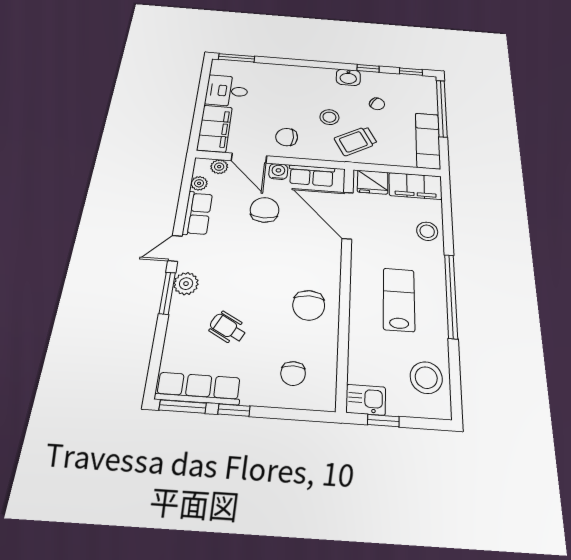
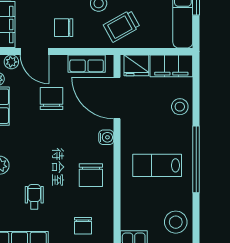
water cooler: (278, 172) -> (106, 137), moved, turned 90
lab bench: (399, 299) -> (157, 165), turned -90
wheelchair: (228, 328) -> (34, 197), turned 62

